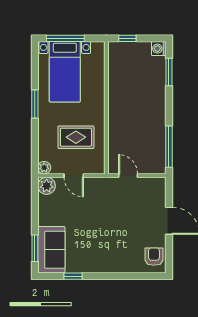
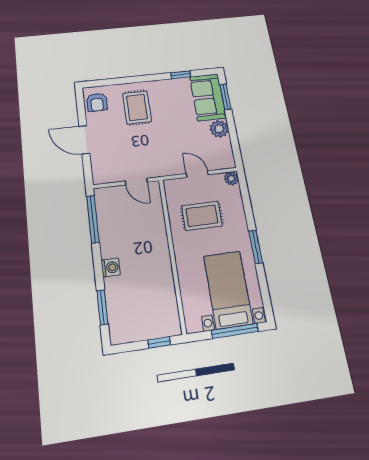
washing machine: (159, 49) -> (111, 267), moved
plant: (47, 186) -> (219, 129), moved
rug: (118, 247) -> (137, 107), added

